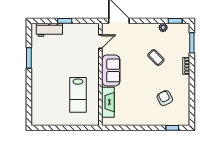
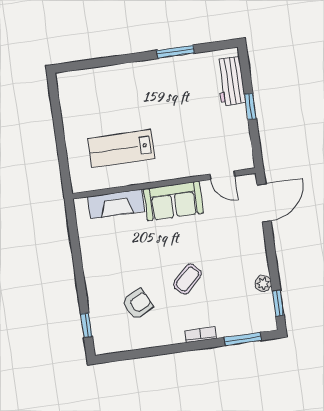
coffee table: (156, 58) -> (187, 279), moved

